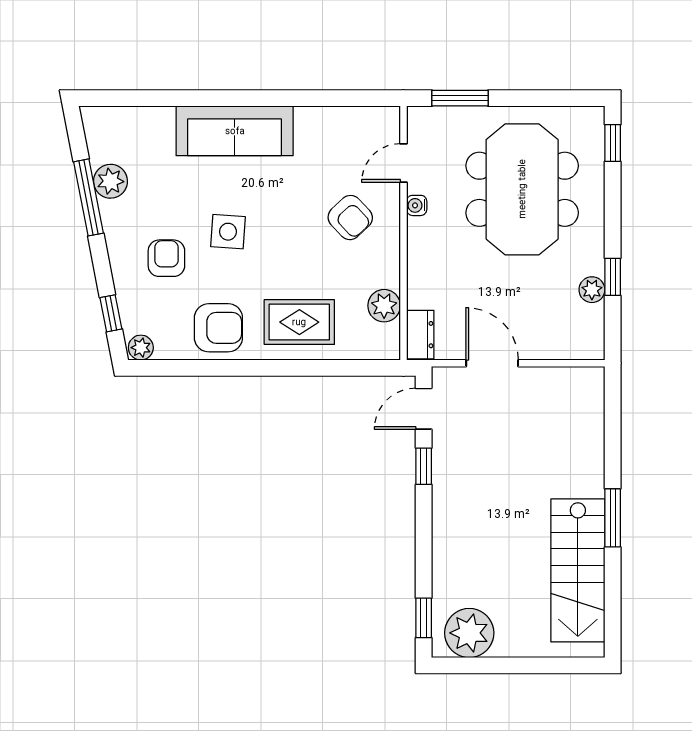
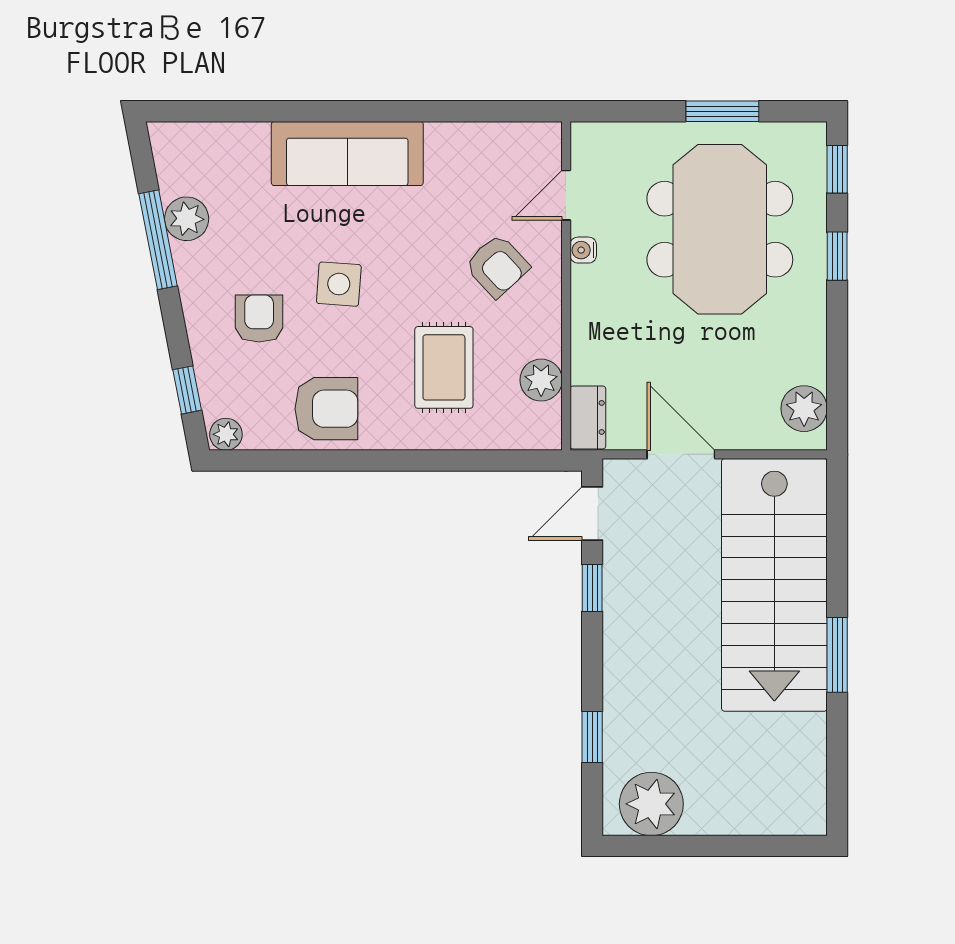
window: (460, 98) -> (722, 111), moved
window: (613, 277) -> (837, 256), moved
plant: (592, 290) -> (804, 409), moved, width x1.38, depth x1.38
rug: (299, 322) -> (444, 367), moved, turned 90
stairs: (578, 570) -> (774, 585), moved, width x1.36, depth x1.51
window: (424, 618) -> (592, 737), moved

